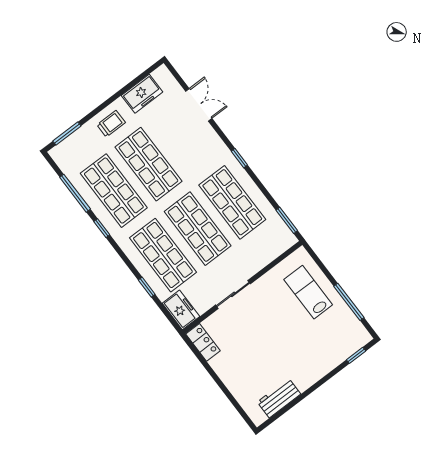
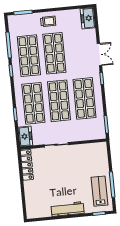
freezer: (142, 94) -> (88, 18), moved, turned 90
double door: (199, 105) -> (100, 55), moved
lab bench: (308, 292) -> (100, 191), moved
locker: (203, 342) -> (27, 165), width x1.53
workbench: (279, 398) -> (68, 209), moved, width x1.38

